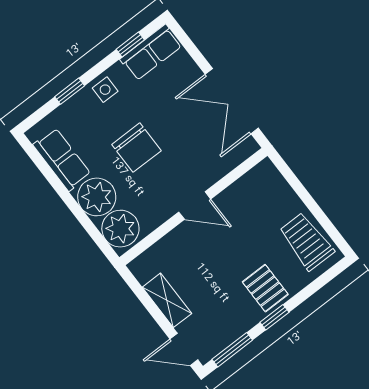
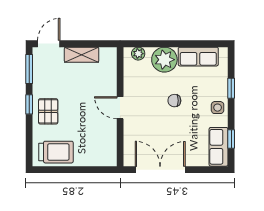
chair: (136, 148) -> (174, 101), width x0.54, depth x0.54
door: (195, 206) -> (120, 108), hinge flipped
plant: (120, 229) -> (138, 54), width x0.53, depth x0.53
pallet: (265, 288) -> (48, 111), turned 90

